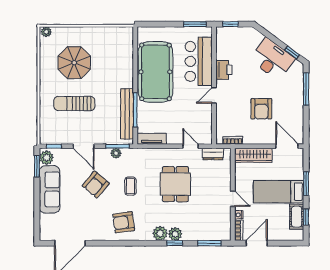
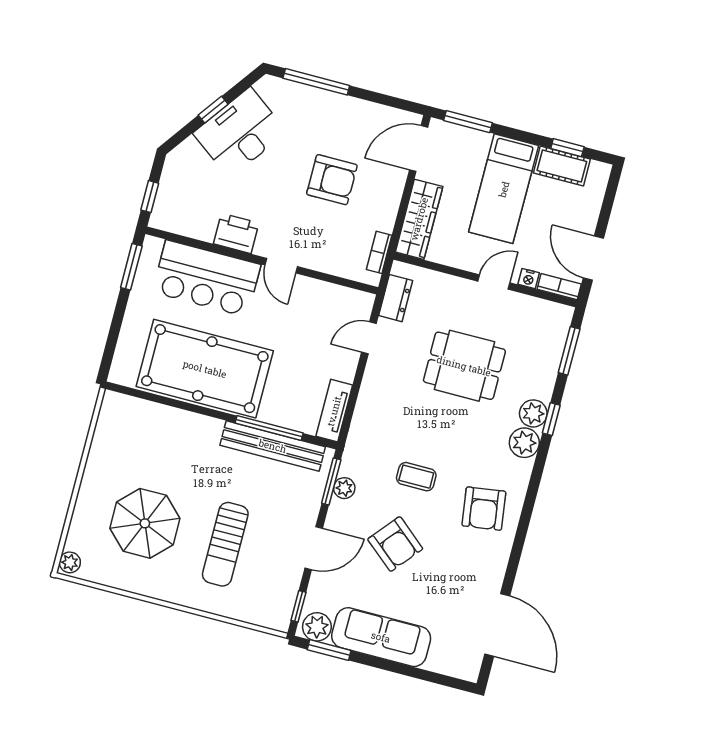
window: (292, 52) -> (213, 110), moved
dining table: (175, 184) -> (464, 366), moved
window: (306, 184) -> (468, 122), moved

